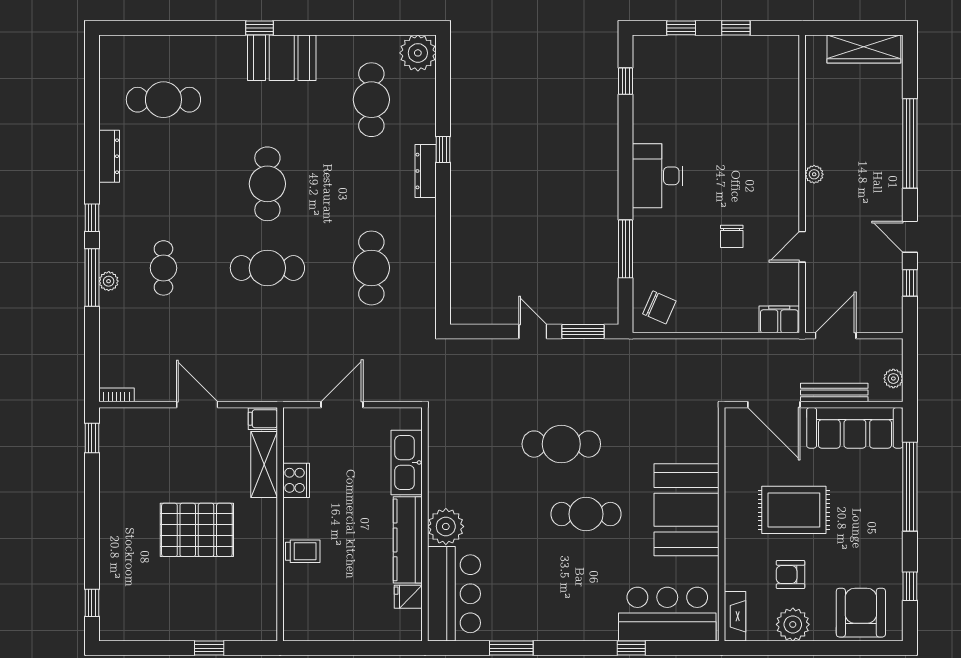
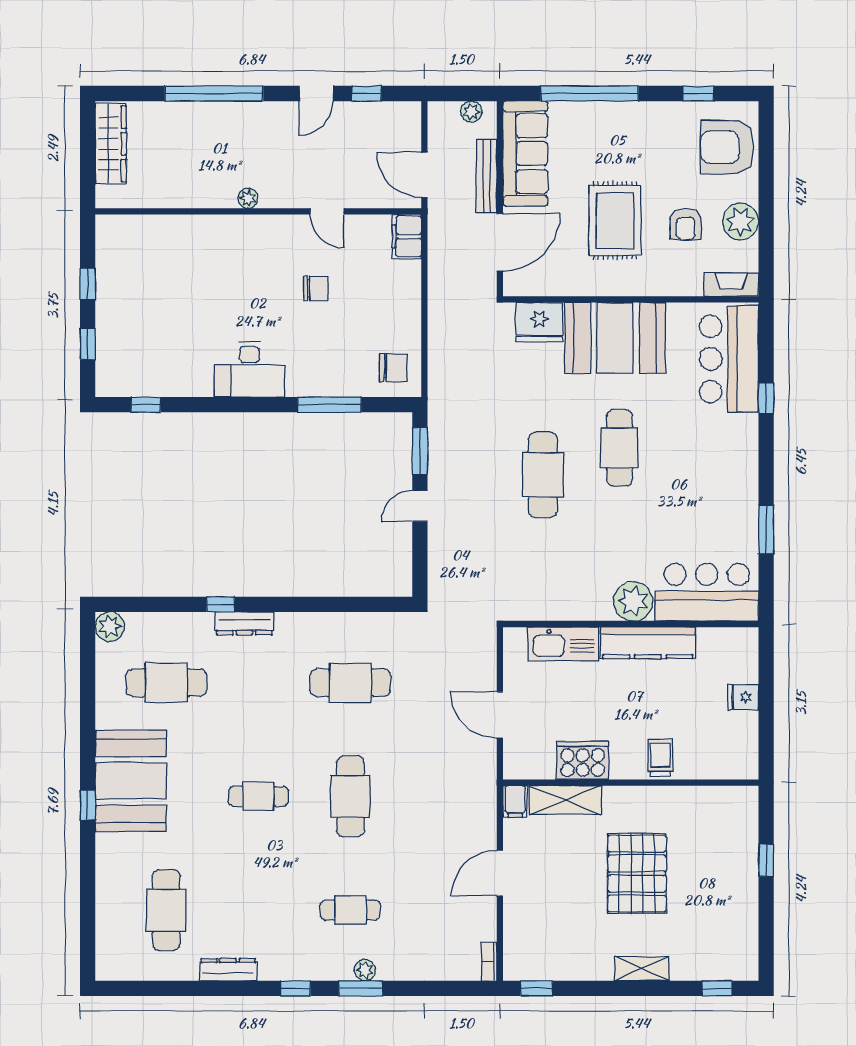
plant: (418, 53) -> (110, 627), width x0.73, depth x0.73
booth: (282, 58) -> (131, 781), width x1.36, depth x1.42
cafe table: (267, 184) -> (258, 796), width x0.73, depth x0.74
window: (92, 278) -> (361, 988), width x0.69
chair: (659, 307) -> (394, 368), turned 66
fridge: (701, 441) -> (539, 322), added
cooker: (296, 480) -> (583, 760), width x1.37, depth x1.31
shelving: (110, 535) -> (642, 969), added
fridge: (408, 597) -> (743, 697), moved, turned 90

